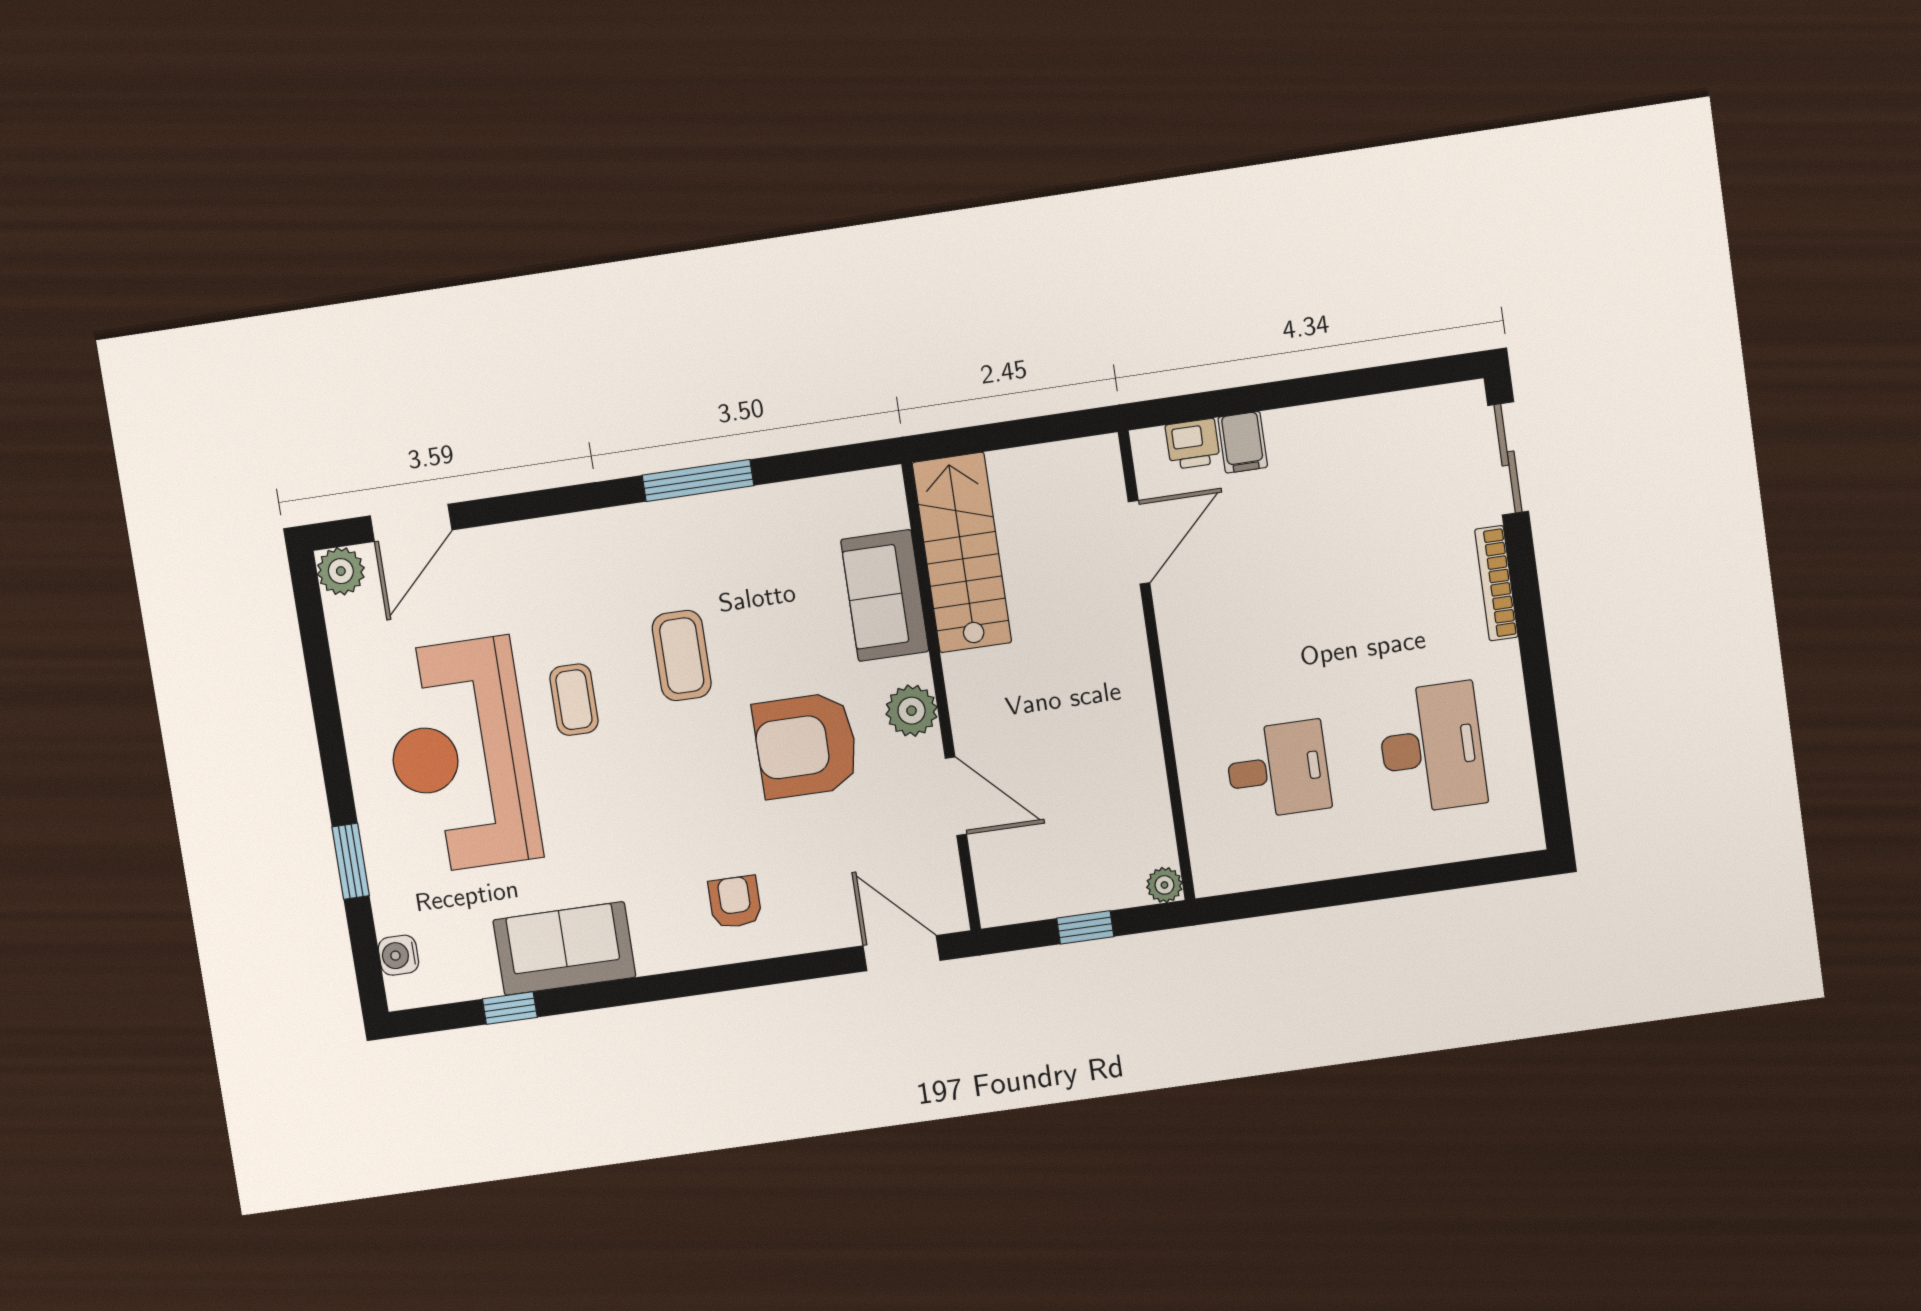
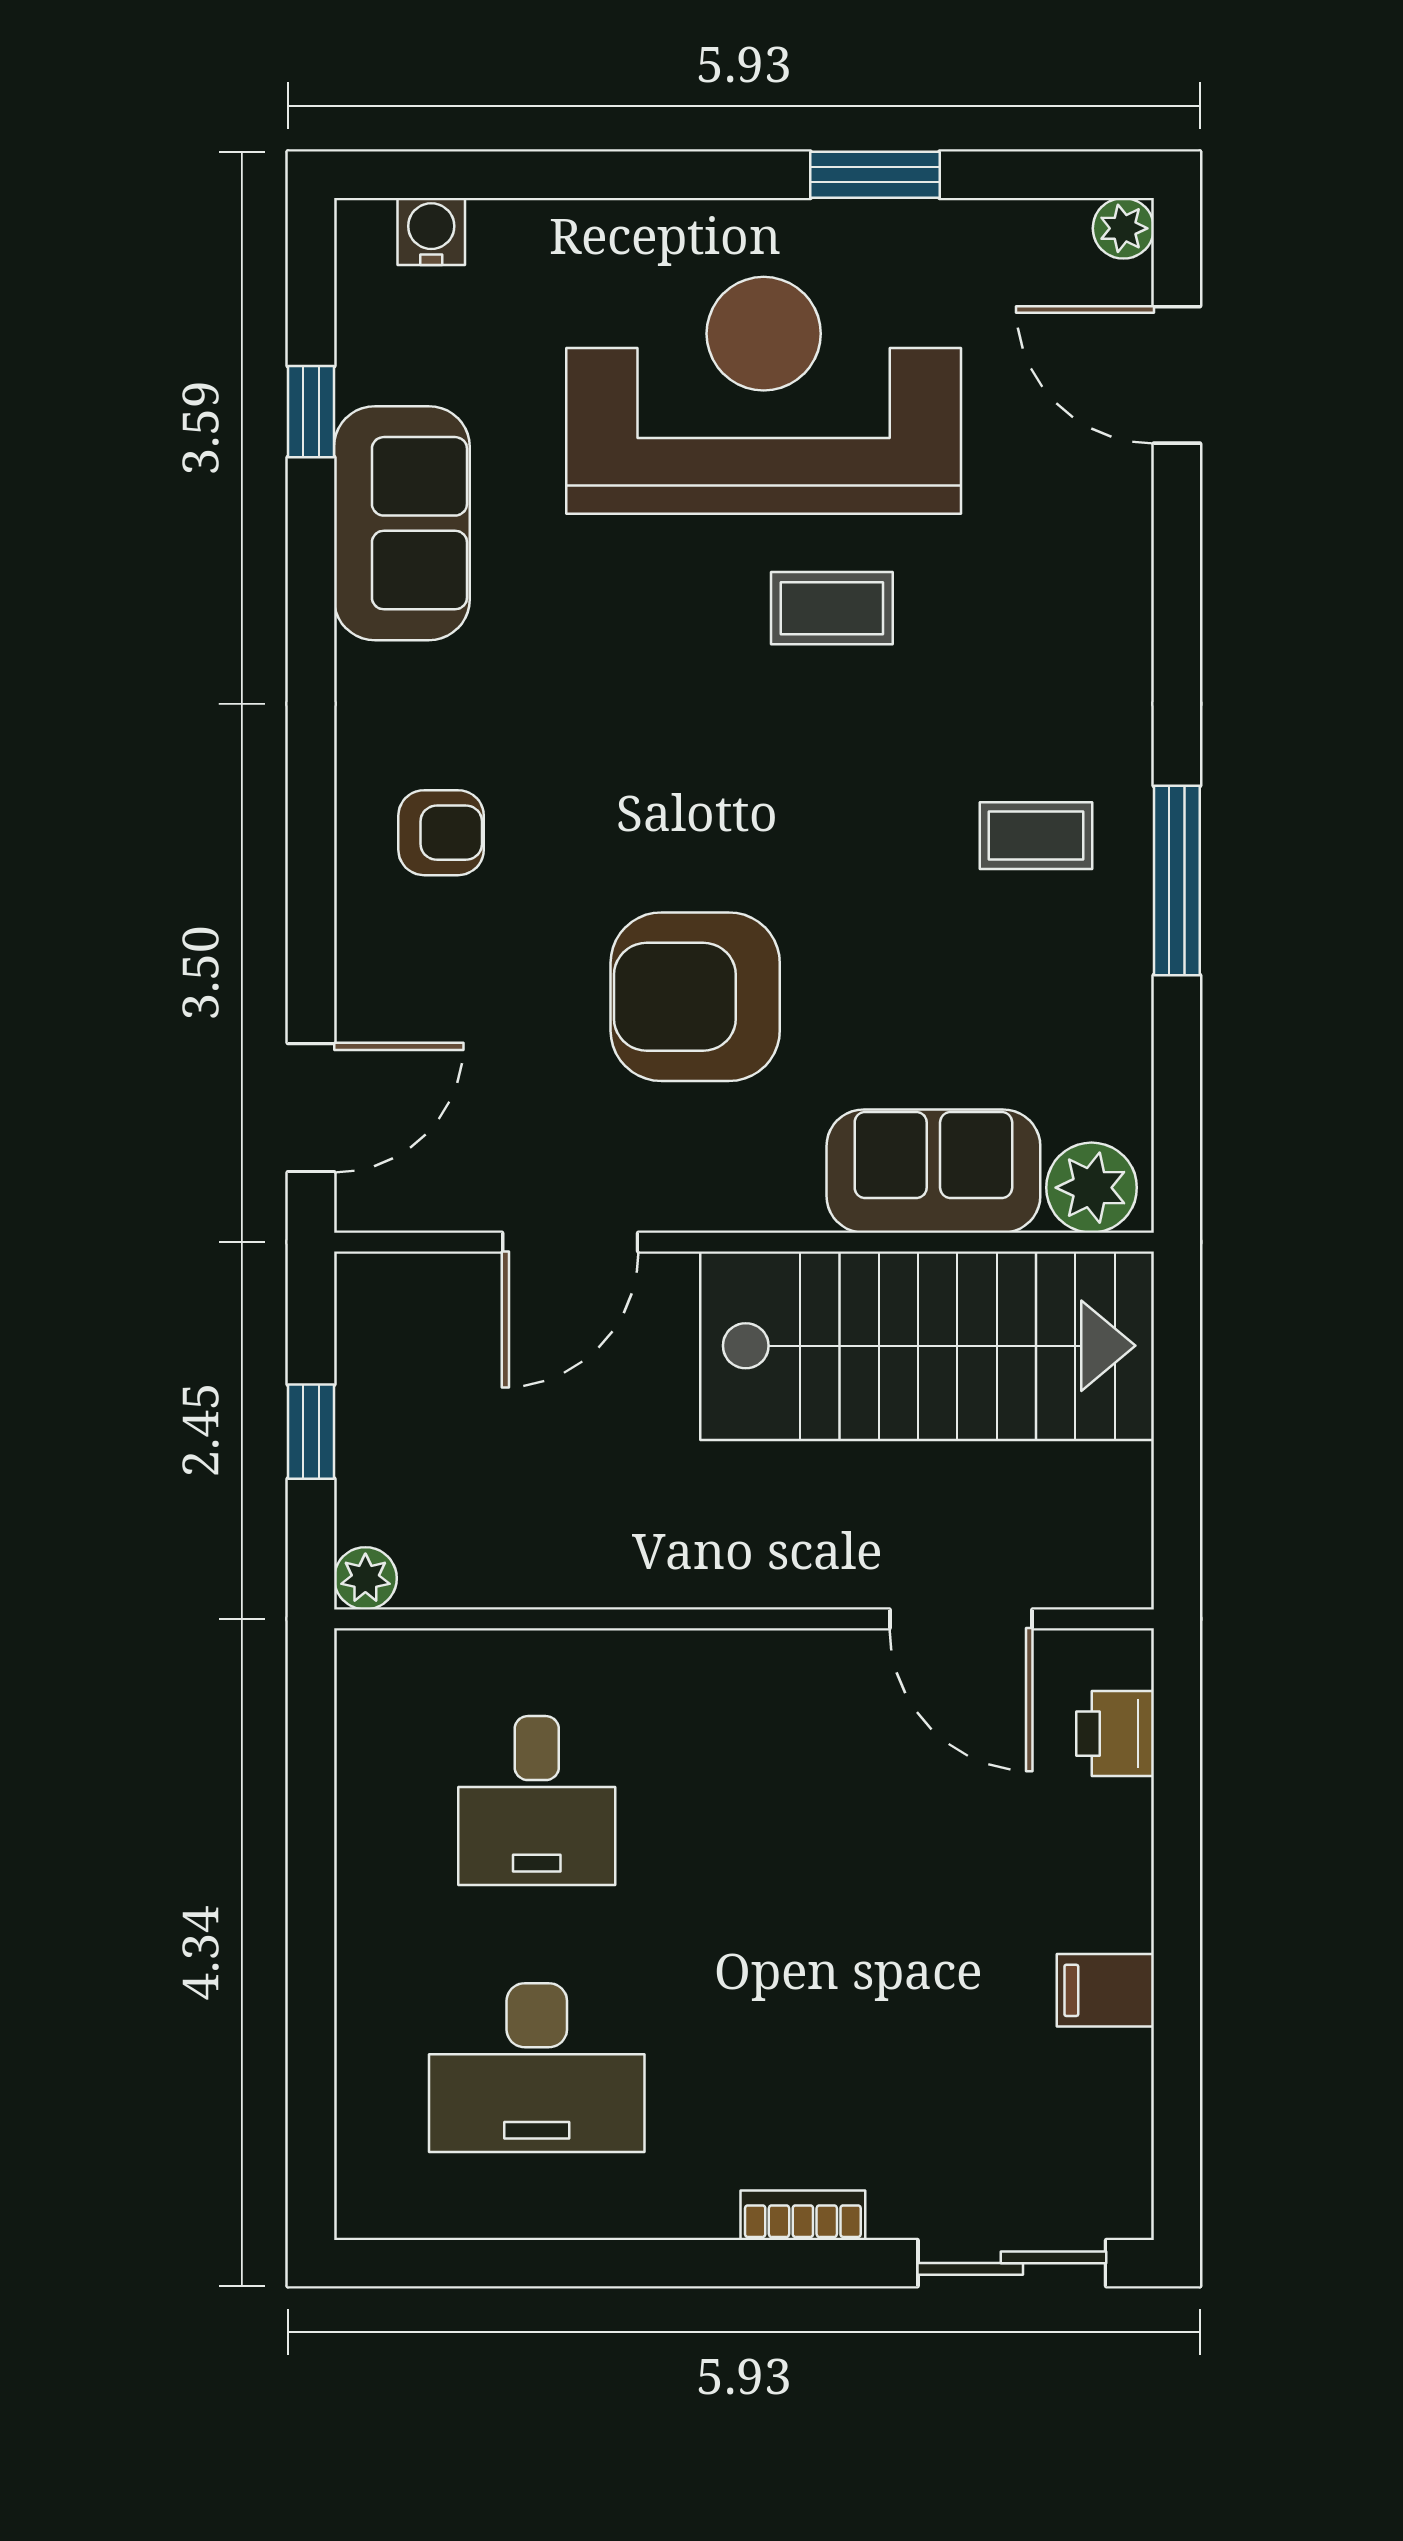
filing cabinet: (1243, 442) -> (1105, 1990), moved
stairs: (962, 553) -> (927, 1346), width x1.36, depth x1.51
plant: (341, 571) -> (1123, 228), width x0.73, depth x0.73
bookcase: (1496, 583) -> (803, 2215), width x0.64
coffee table: (682, 656) -> (1036, 836), moved, width x0.73, depth x0.77
plant: (912, 711) -> (1092, 1188), moved
armchair: (806, 745) -> (695, 997), turned -90
window: (351, 861) -> (875, 175), moved

